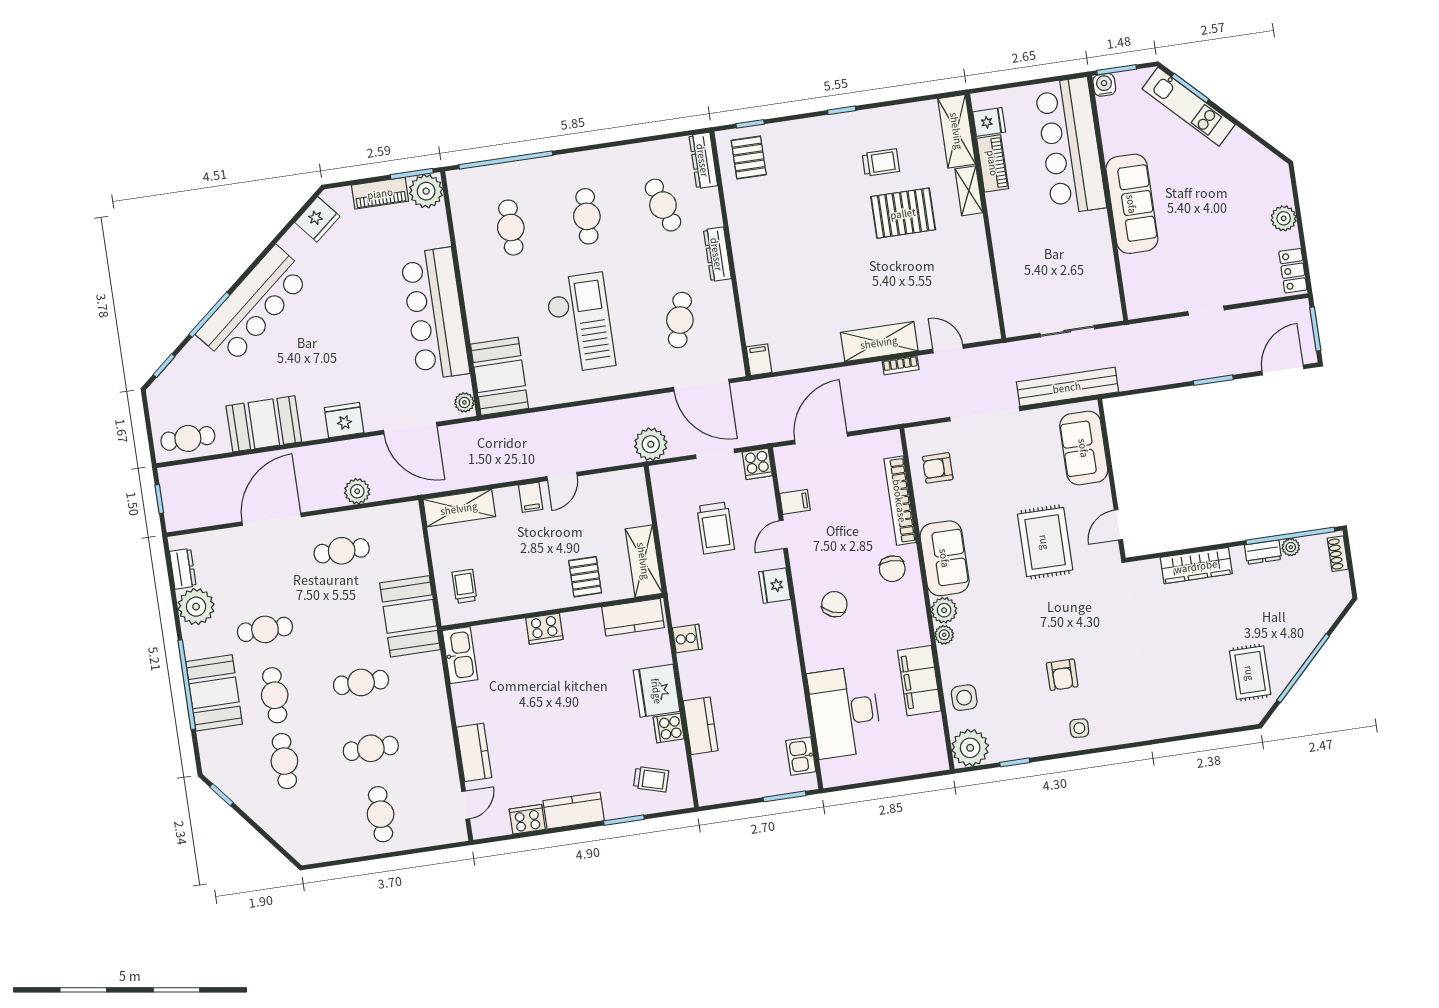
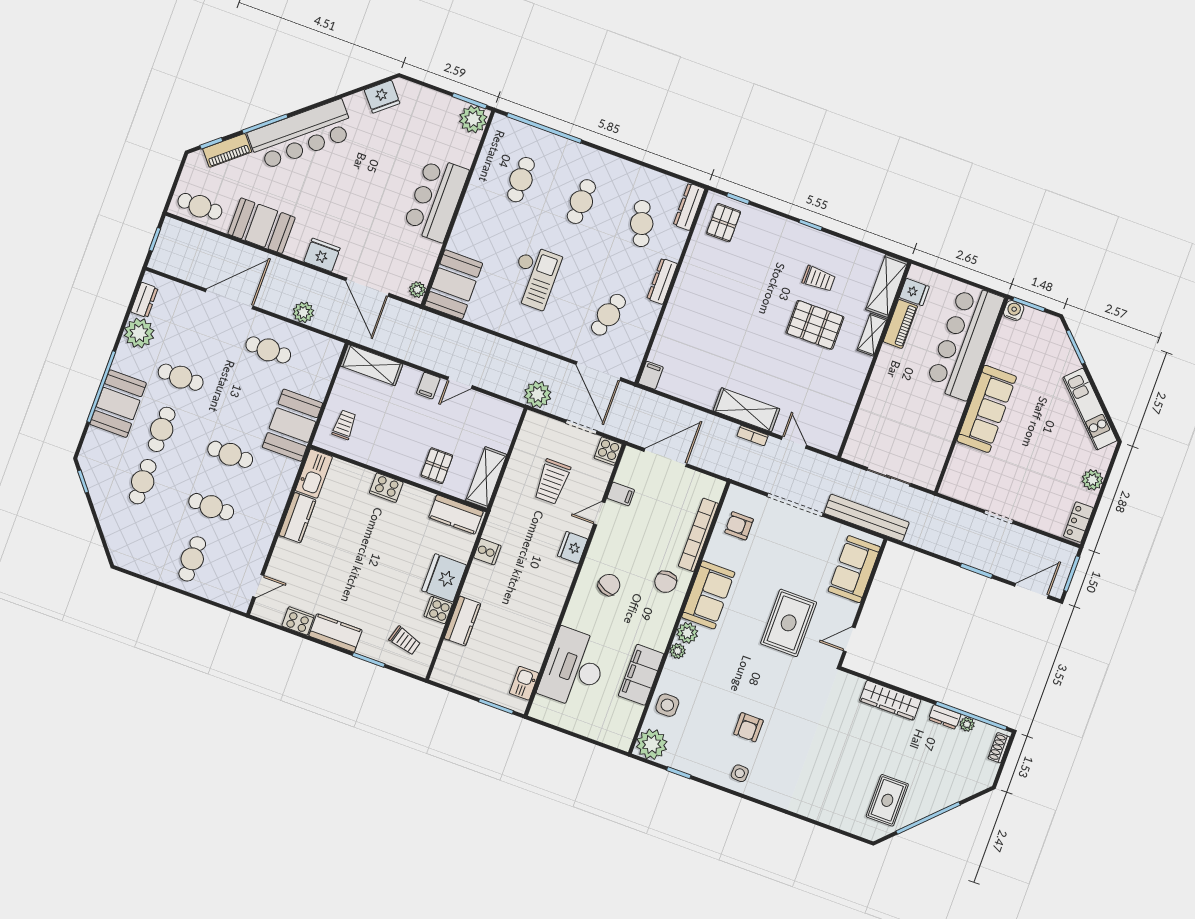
kitchen unit: (1189, 107) -> (1090, 409), moved
piano: (380, 193) -> (227, 150), moved, turned -40
bar counter: (435, 314) -> (436, 199), width x0.73
checkout: (580, 323) -> (534, 277), width x0.73, depth x0.83
kitchen counter: (474, 752) -> (298, 518), moved

